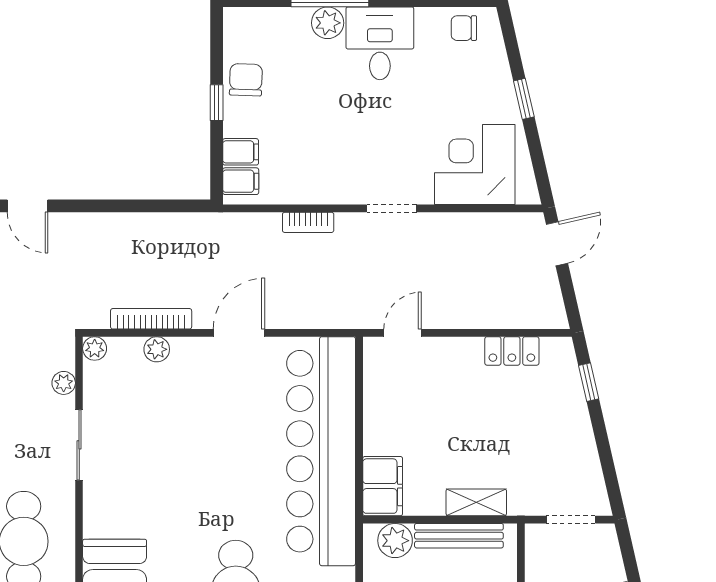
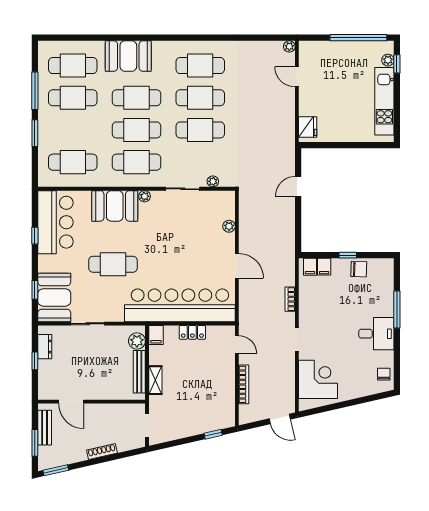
plant: (328, 23) -> (386, 308), removed
window: (524, 99) -> (350, 403), removed
door: (27, 206) -> (298, 186), moved
bookcase: (151, 319) -> (244, 384), moved
plant: (95, 348) -> (145, 196), moved
locker: (512, 351) -> (192, 332), moved, turned -90
filing cabinet: (383, 486) -> (156, 335), width x0.50

